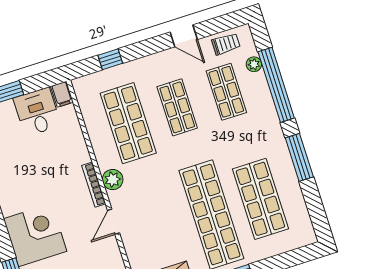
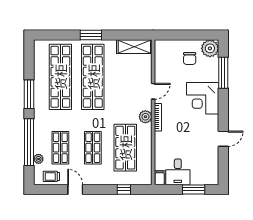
shop shelf: (260, 199) -> (60, 77), width x1.40

